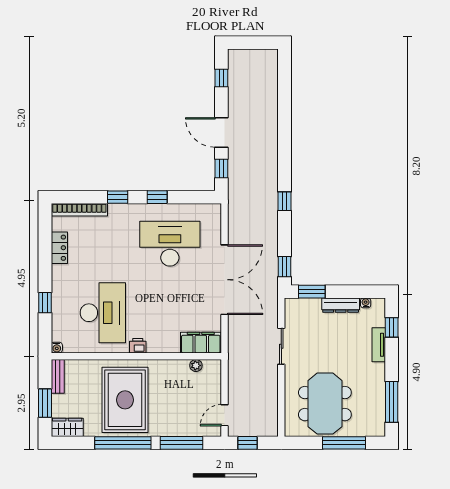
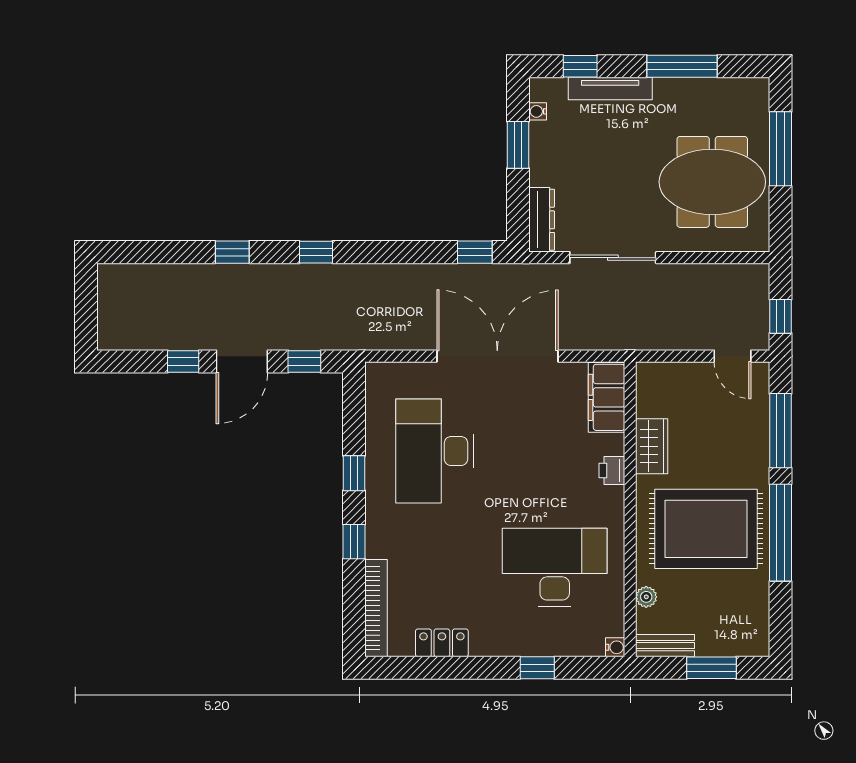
window: (221, 78) -> (183, 362), moved
window: (284, 127) -> (232, 252), added
window: (284, 201) -> (316, 252), moved
window: (312, 292) -> (518, 145), moved
dresser: (341, 305) -> (542, 220), moved
tv unit: (379, 345) -> (610, 89), width x1.41
printer: (138, 346) -> (612, 470), moved
sliding door: (281, 346) -> (613, 258), width x1.37
plant: (196, 365) -> (646, 597), moved
window: (392, 402) -> (682, 66), moved
wardrobe: (67, 427) -> (652, 446), moved, turned 180

